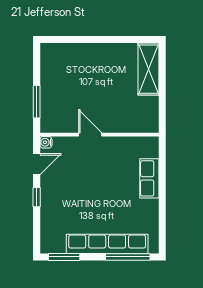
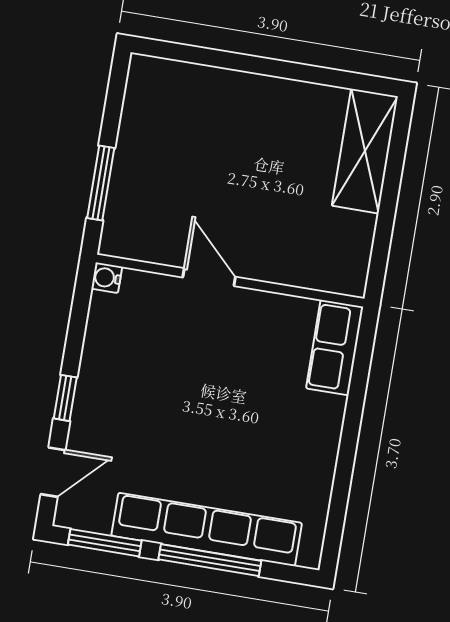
door: (37, 164) -> (53, 472), moved
row of seats: (149, 178) -> (335, 348), moved
window: (128, 257) -> (210, 560), moved

